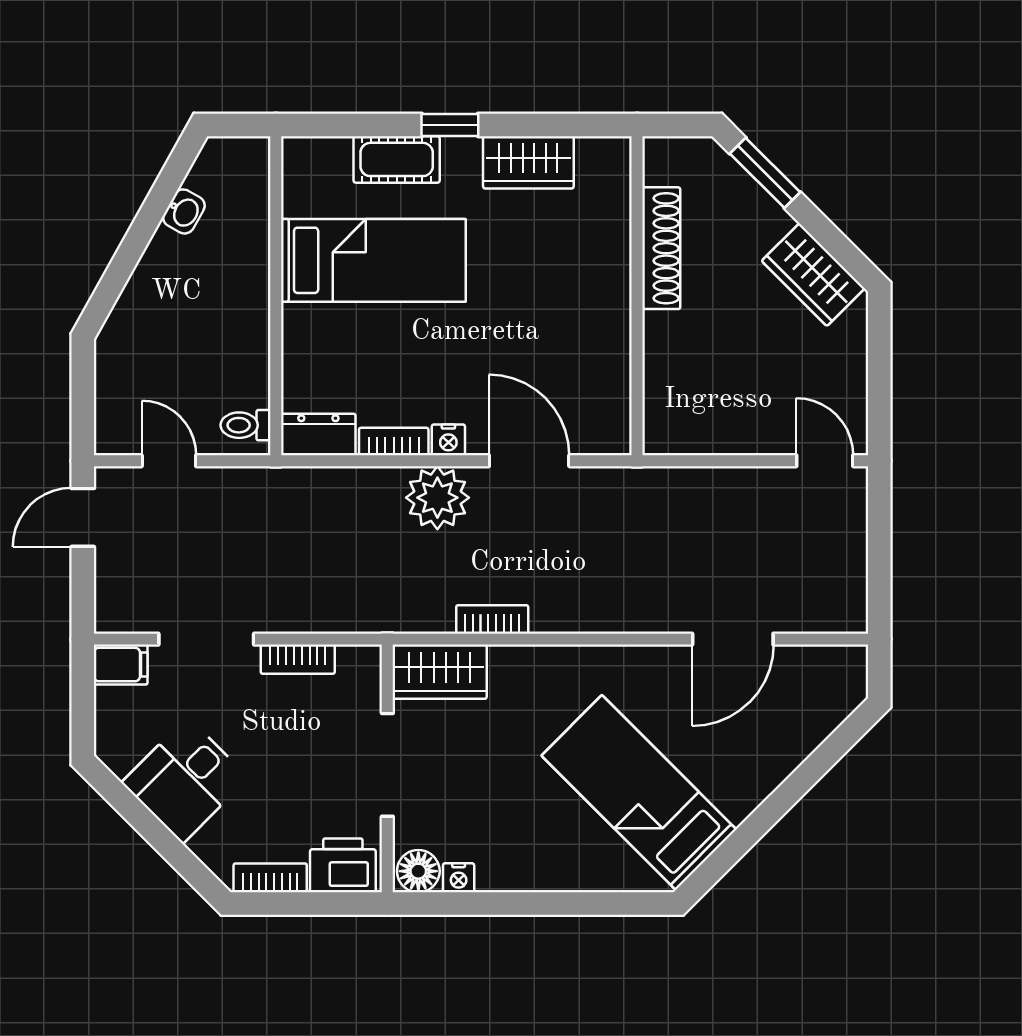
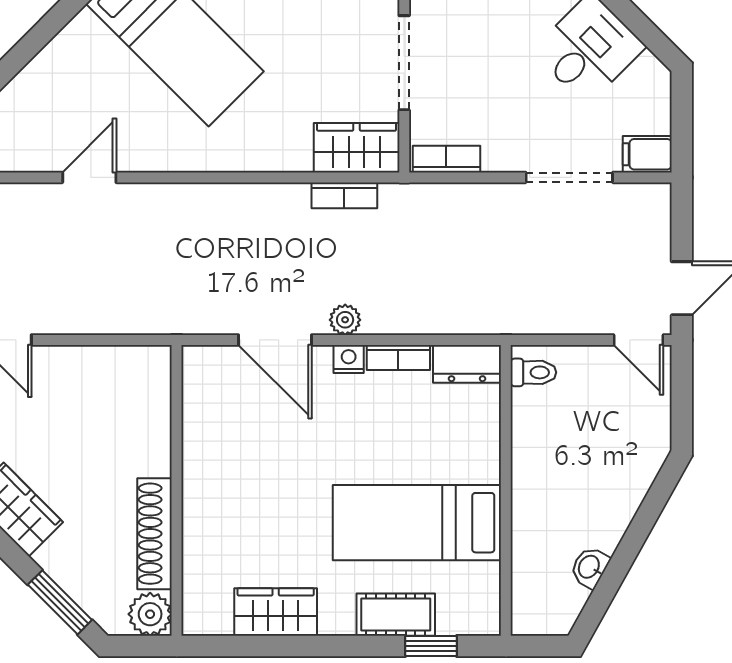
window: (450, 125) -> (431, 646), moved
plant: (666, 160) -> (150, 614), added
door: (169, 461) -> (638, 340), moved
plant: (437, 498) -> (345, 320), width x0.53, depth x0.53
bookcase: (492, 619) -> (344, 195), moved
door: (733, 639) -> (89, 177), width x0.73
bookcase: (298, 659) -> (446, 159), moved

